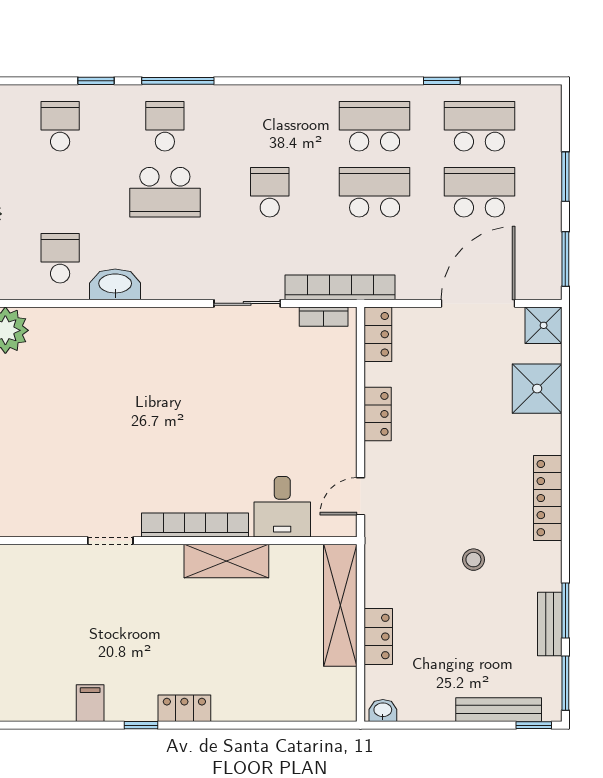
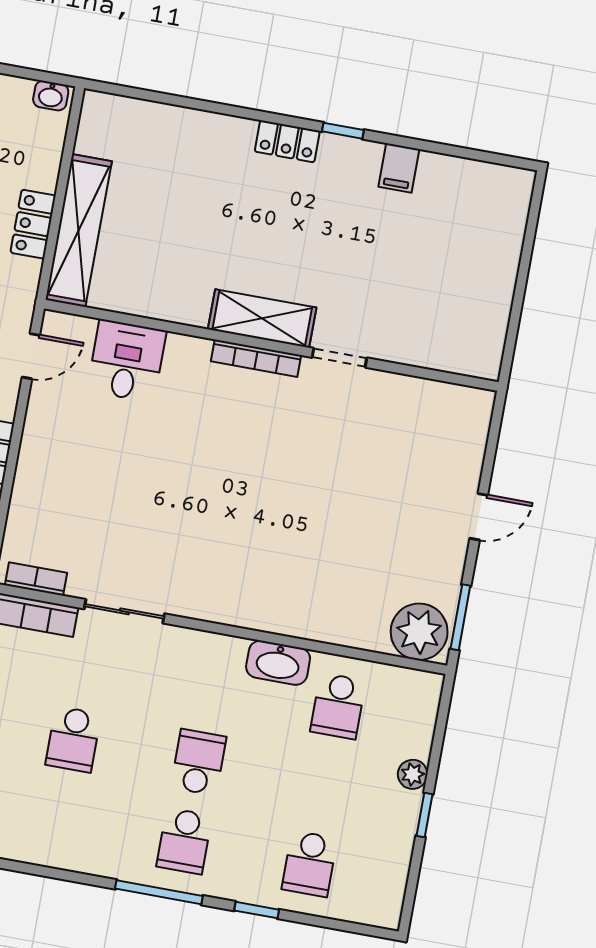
school desk: (165, 192) -> (199, 762), width x0.54
bookcase: (195, 525) -> (256, 358), width x0.68, depth x0.76
shelving: (226, 561) -> (262, 318), moved
locker: (378, 637) -> (33, 224), moved

